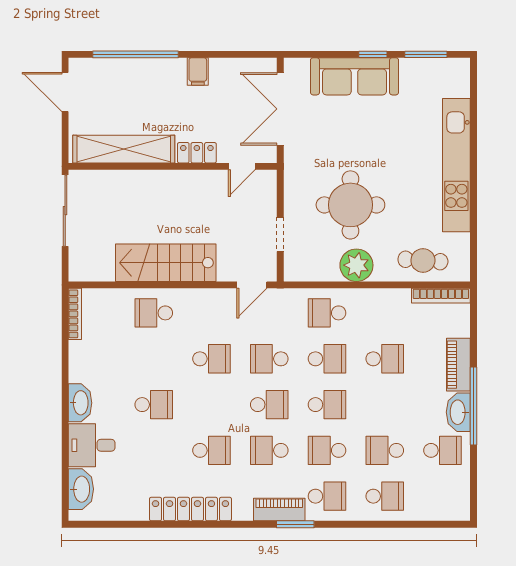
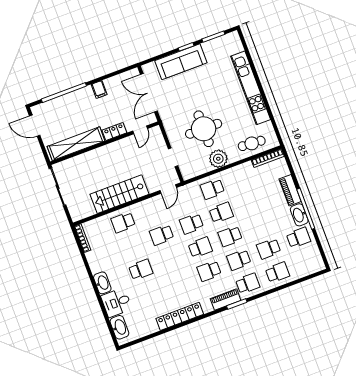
school desk: (211, 359) -> (162, 235), turned 180
school desk: (385, 359) -> (251, 201), removed
school desk: (327, 405) -> (230, 236), turned 180
school desk: (211, 450) -> (179, 282), removed

